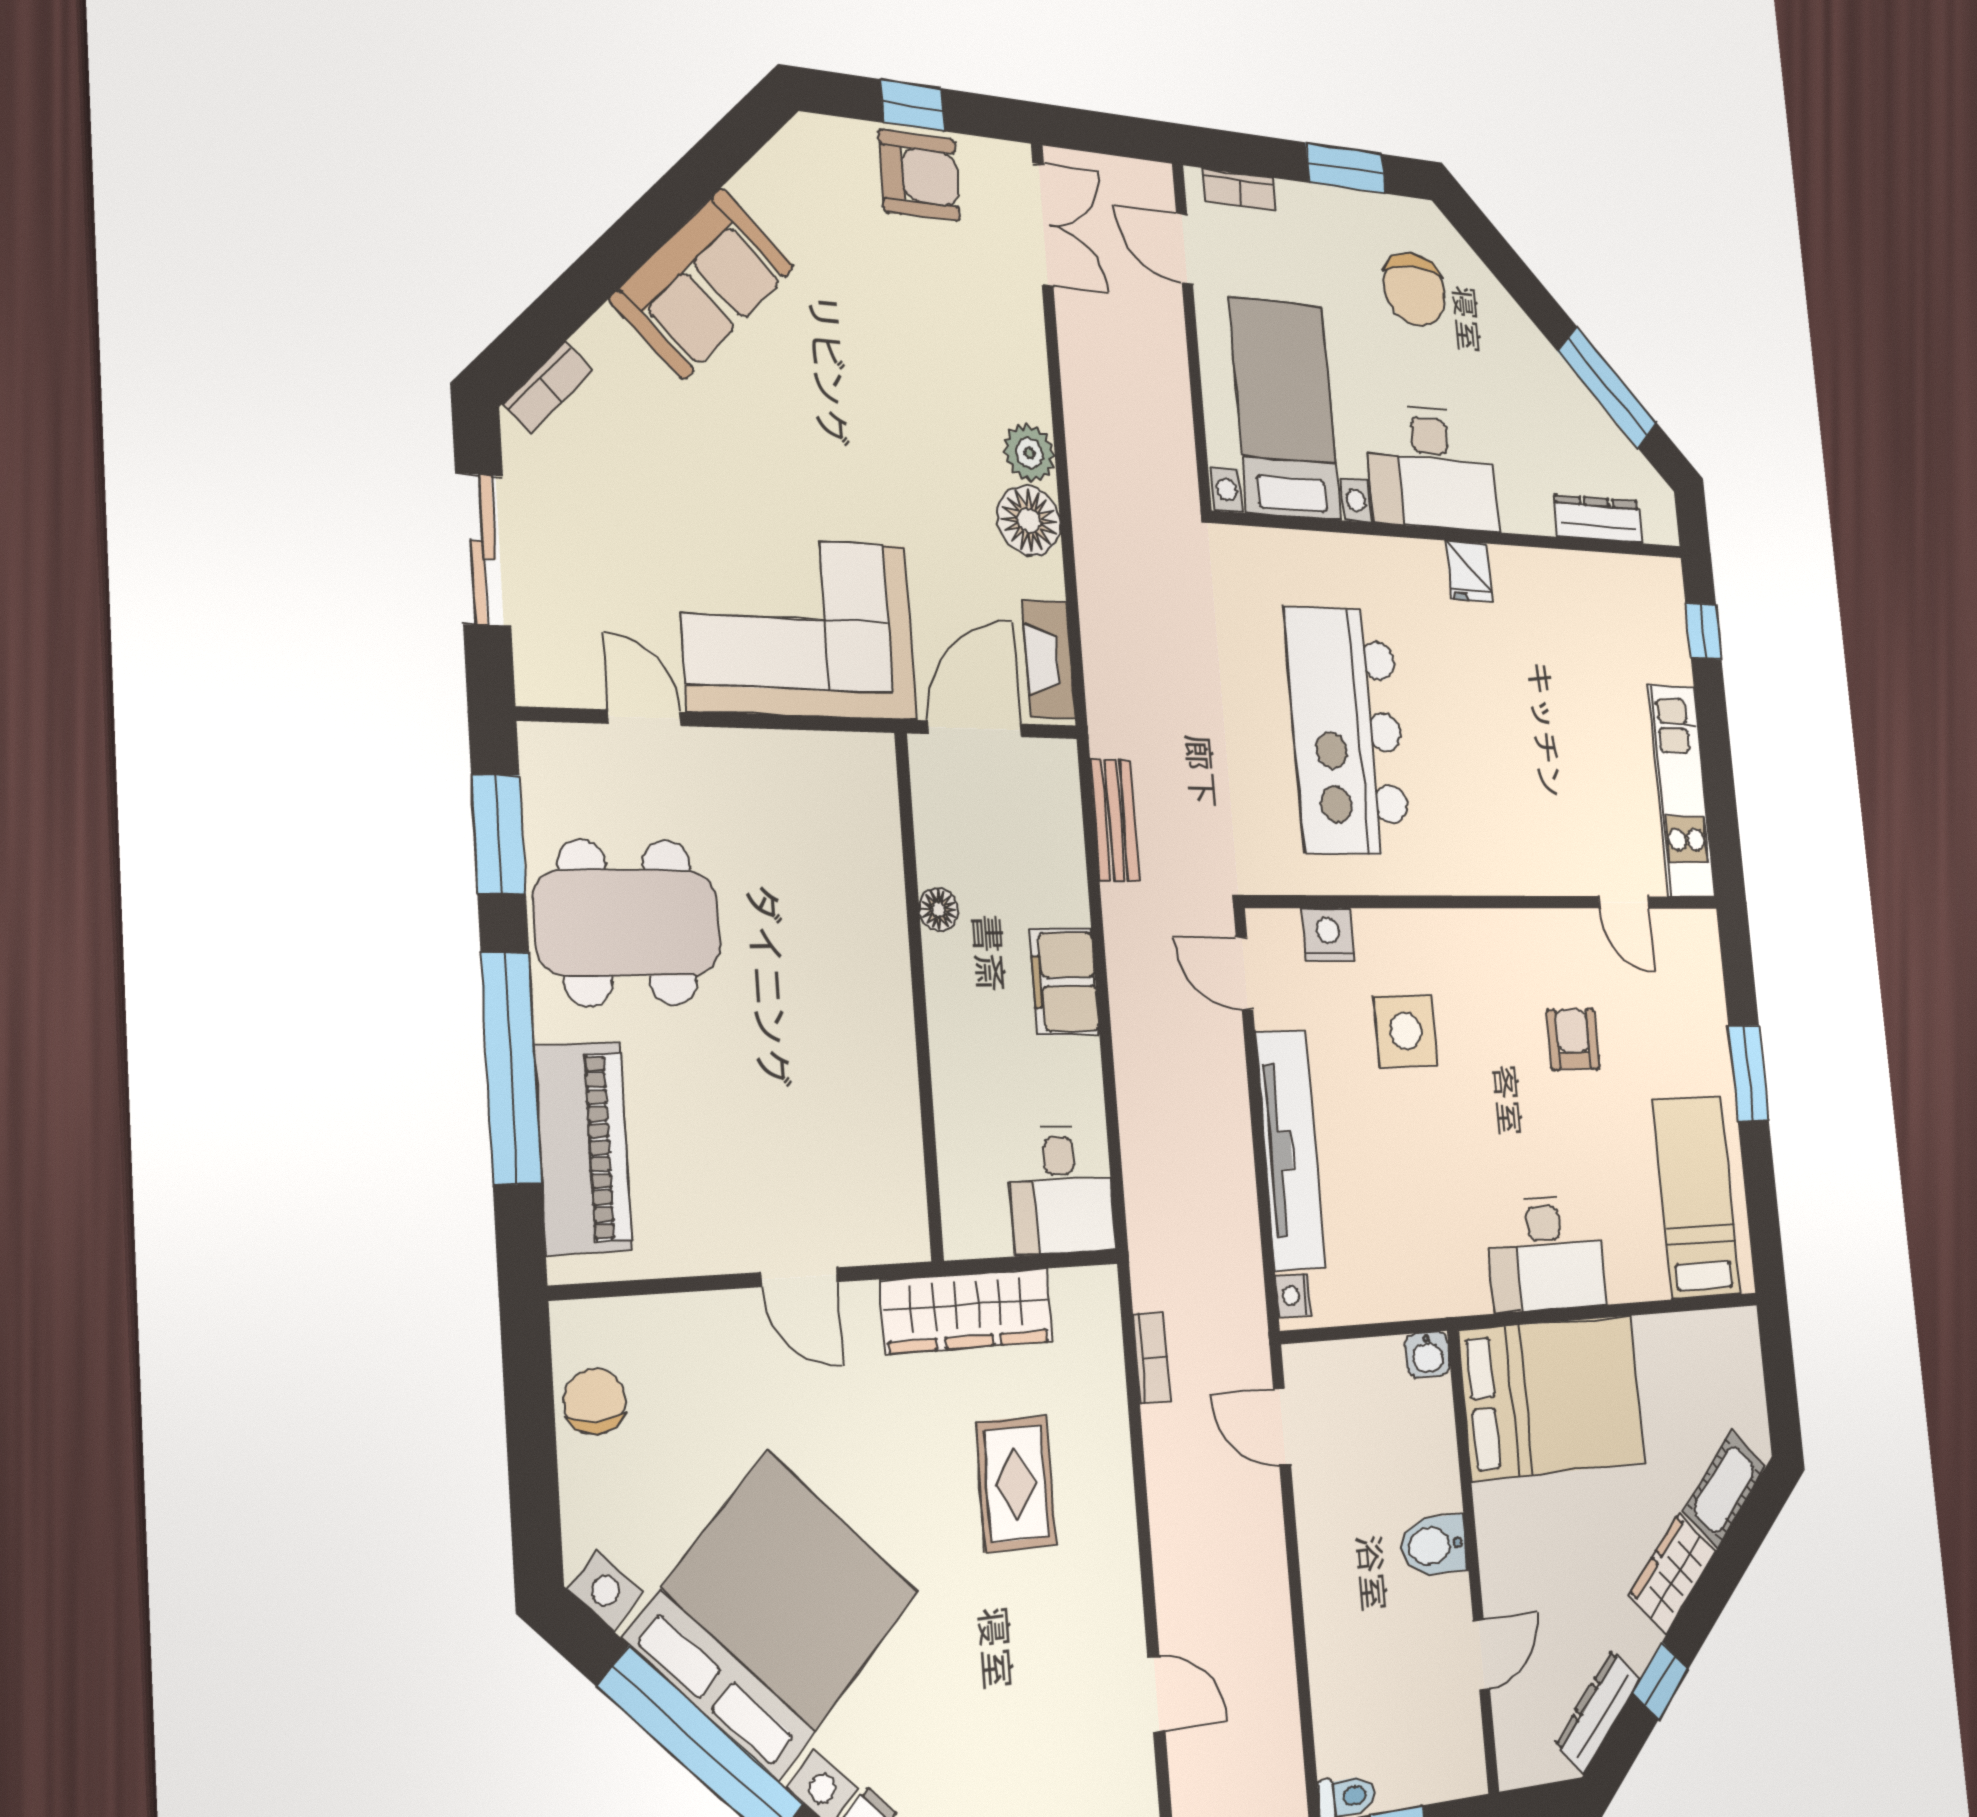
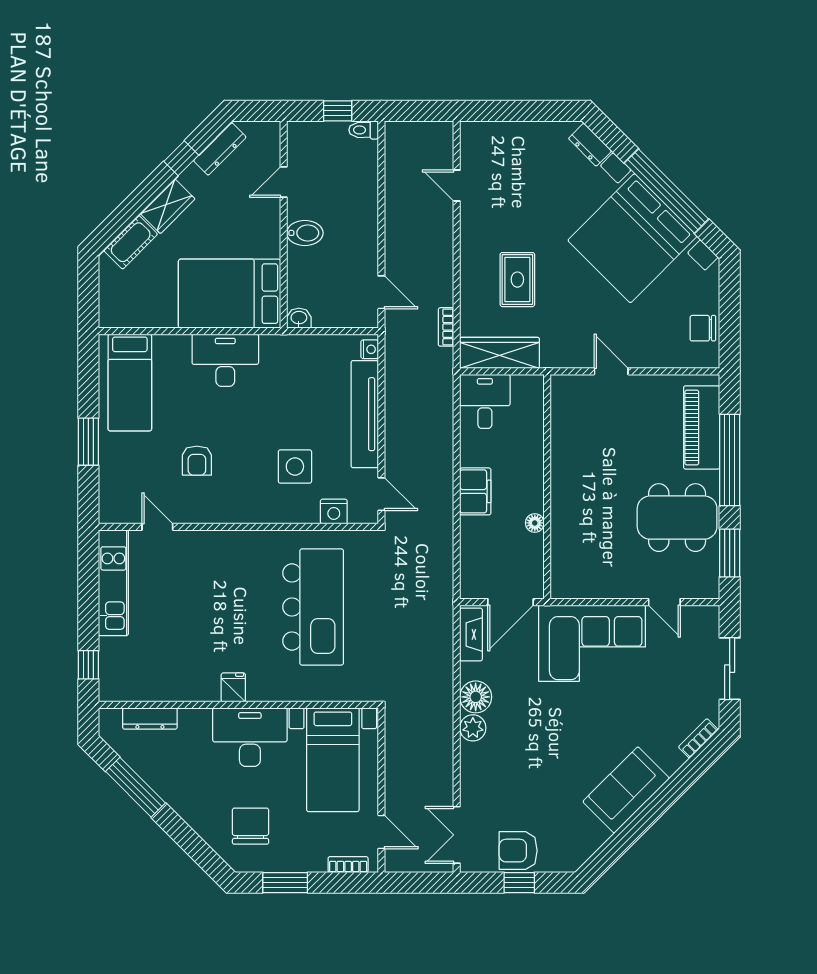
bench: (1115, 820) -> (443, 563), removed
wardrobe: (967, 1311) -> (500, 353), moved
chair: (595, 1401) -> (703, 328), turned 90

